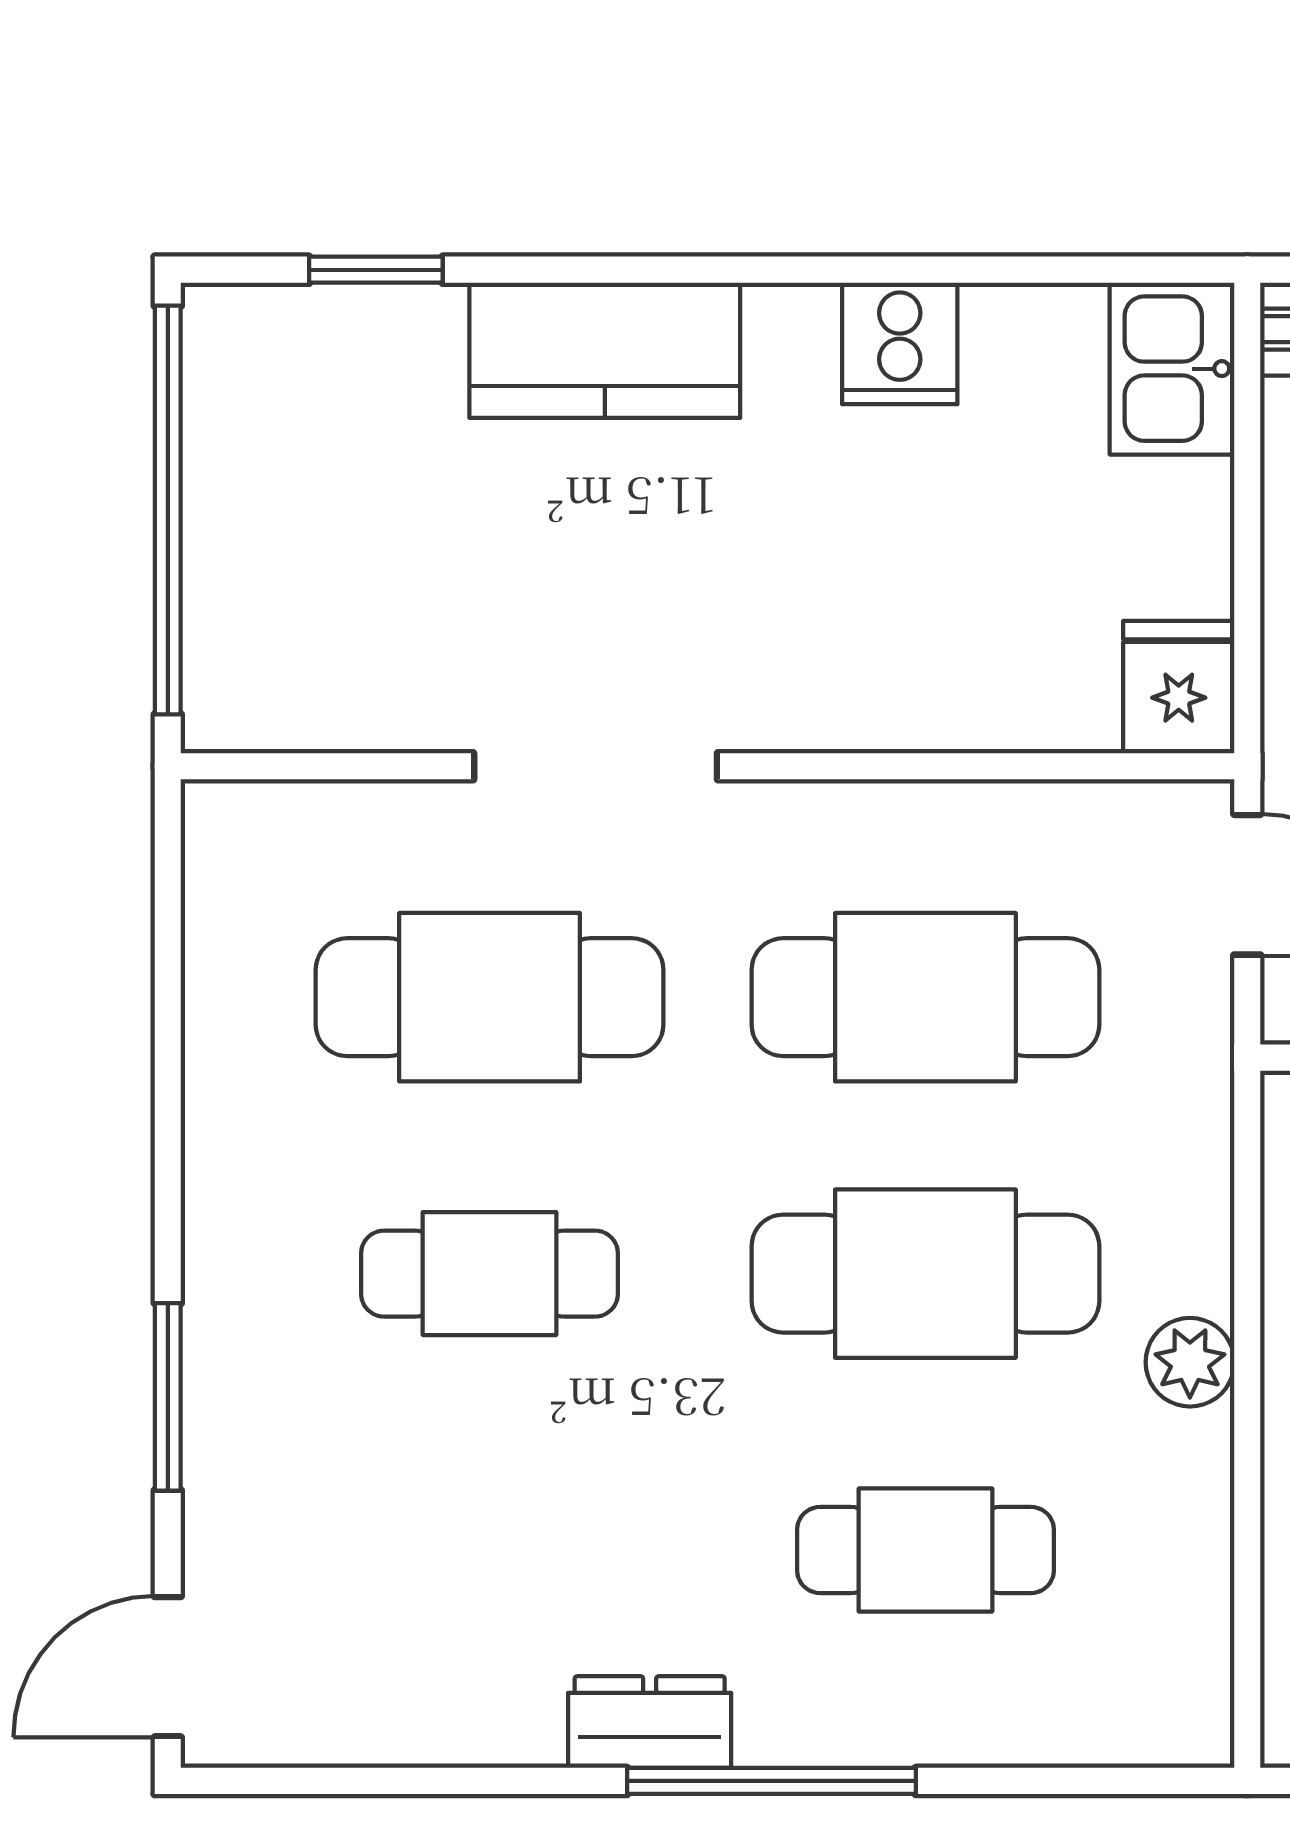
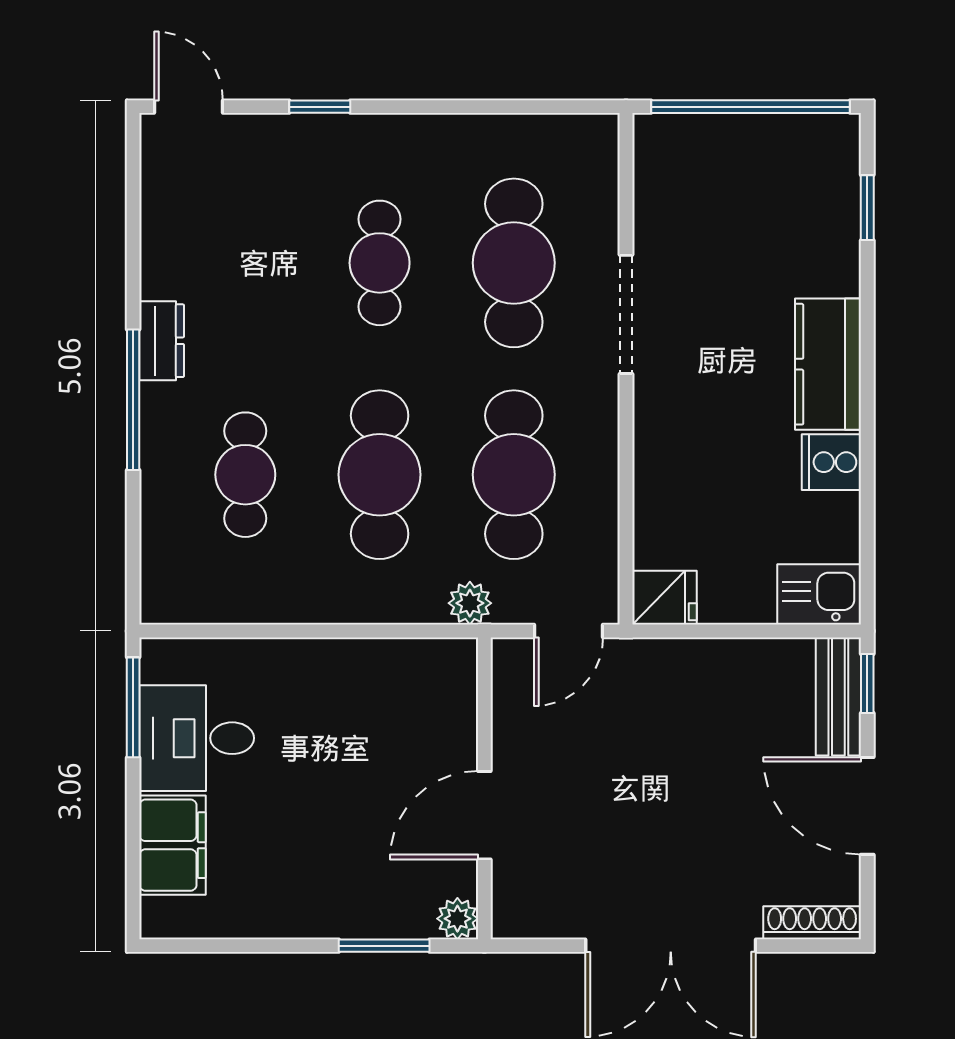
kitchen counter: (605, 350) -> (828, 364), moved
plant: (1190, 1362) -> (470, 603), moved
window: (168, 1397) -> (320, 107), width x0.67

